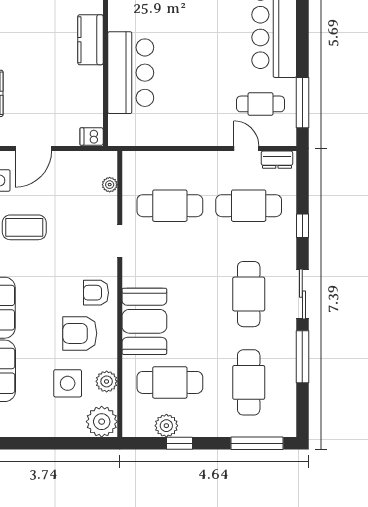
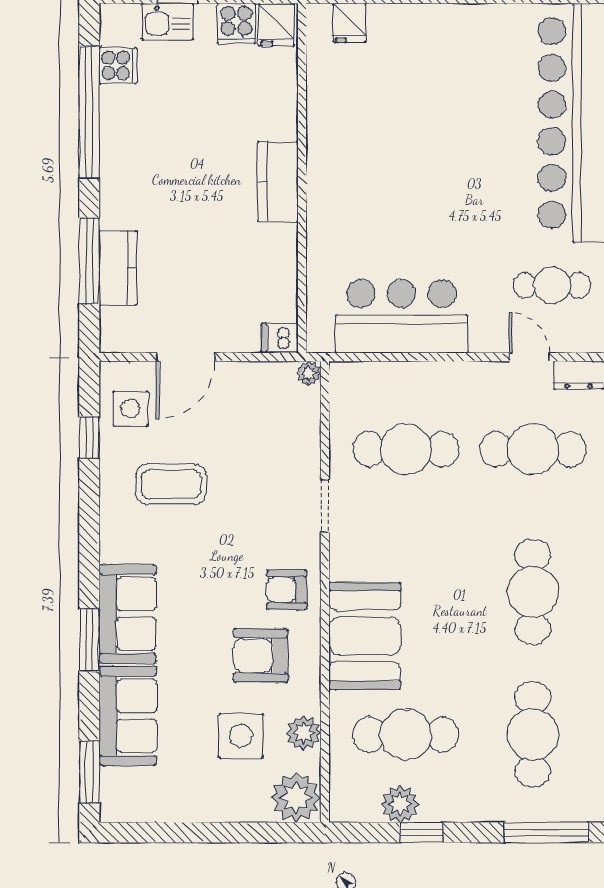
bar counter: (131, 73) -> (402, 316), moved, turned -90
plant: (110, 185) -> (309, 373), moved

